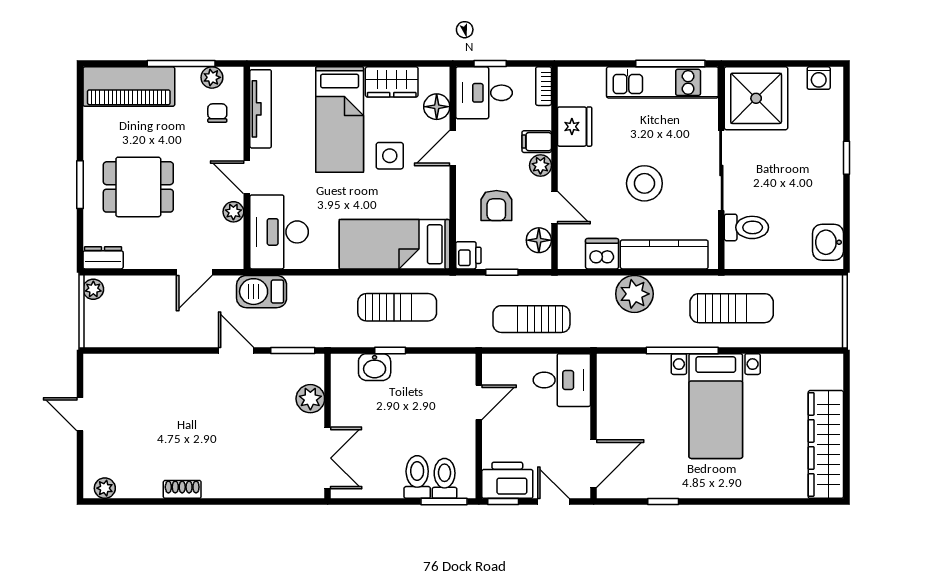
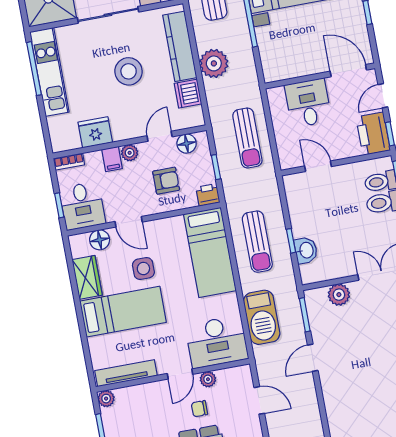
plant: (212, 77) -> (106, 399), moved
chair: (217, 113) -> (199, 409), moved
barbecue: (262, 292) -> (262, 317), moved, width x1.37, depth x1.21
sun lounger: (397, 307) -> (257, 242), turned 180
desk: (562, 380) -> (308, 103), moved

